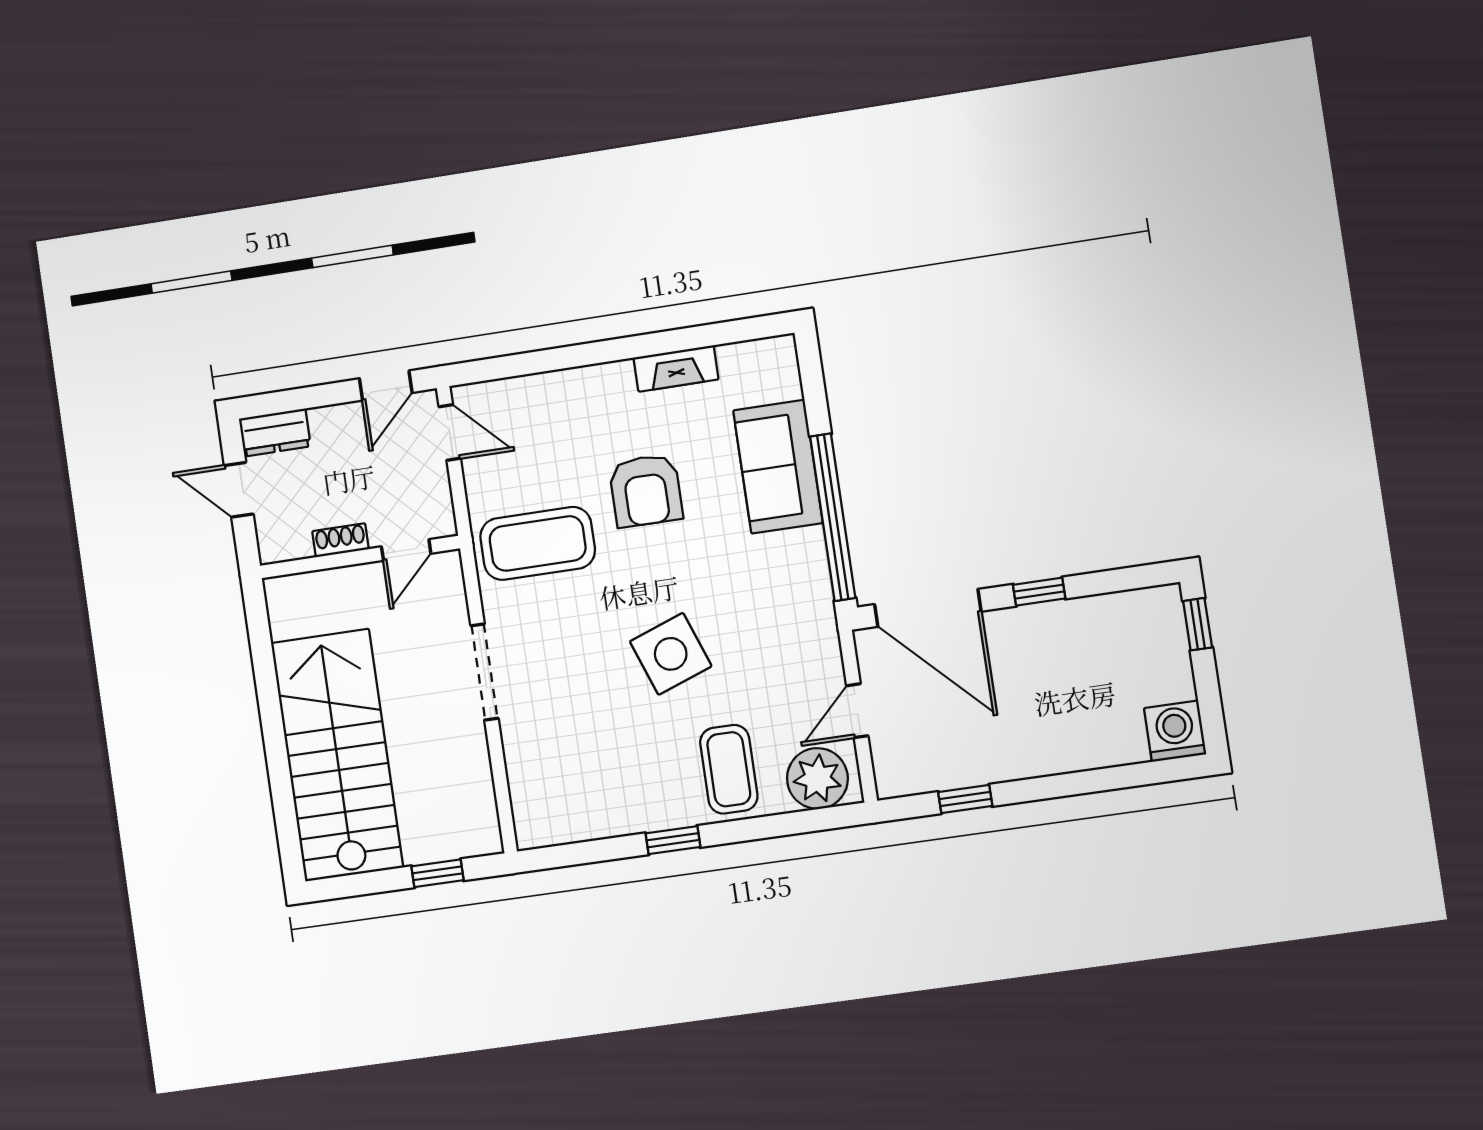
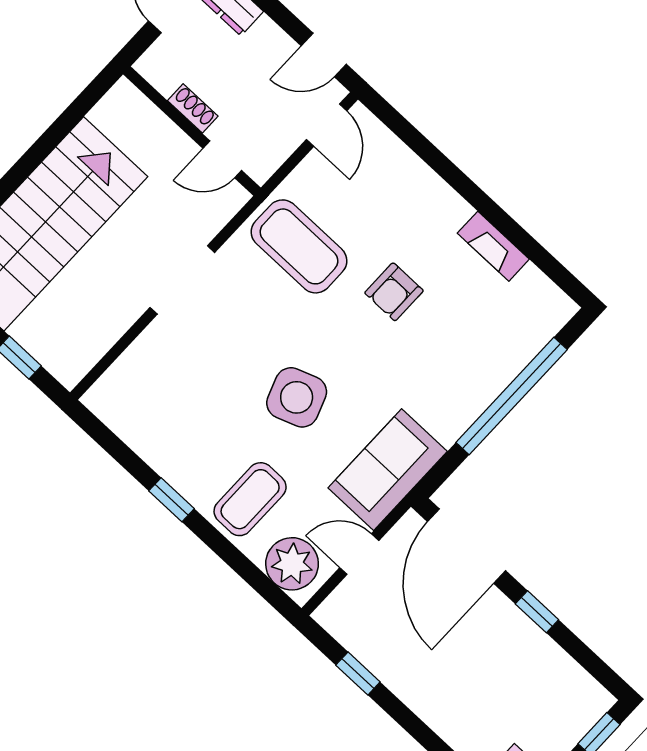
sofa: (778, 467) -> (388, 470), moved
armchair: (646, 491) -> (394, 292), width x0.72, depth x0.72
window: (833, 517) -> (512, 396), moved

